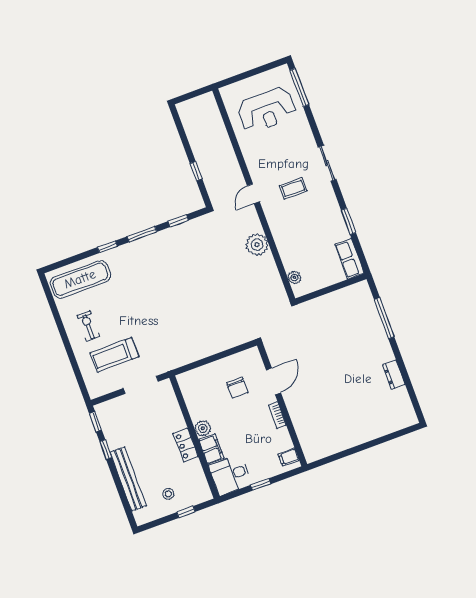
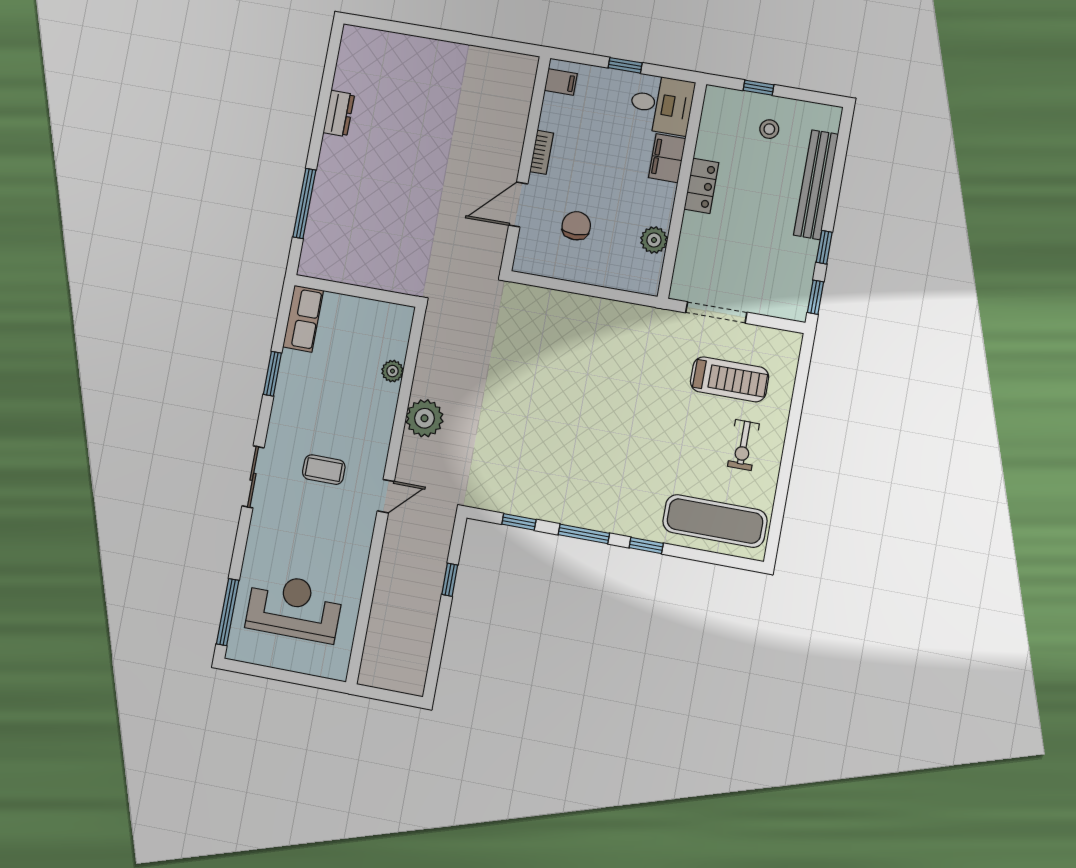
plant: (294, 277) -> (392, 371), moved
plant: (203, 428) -> (654, 240), moved

